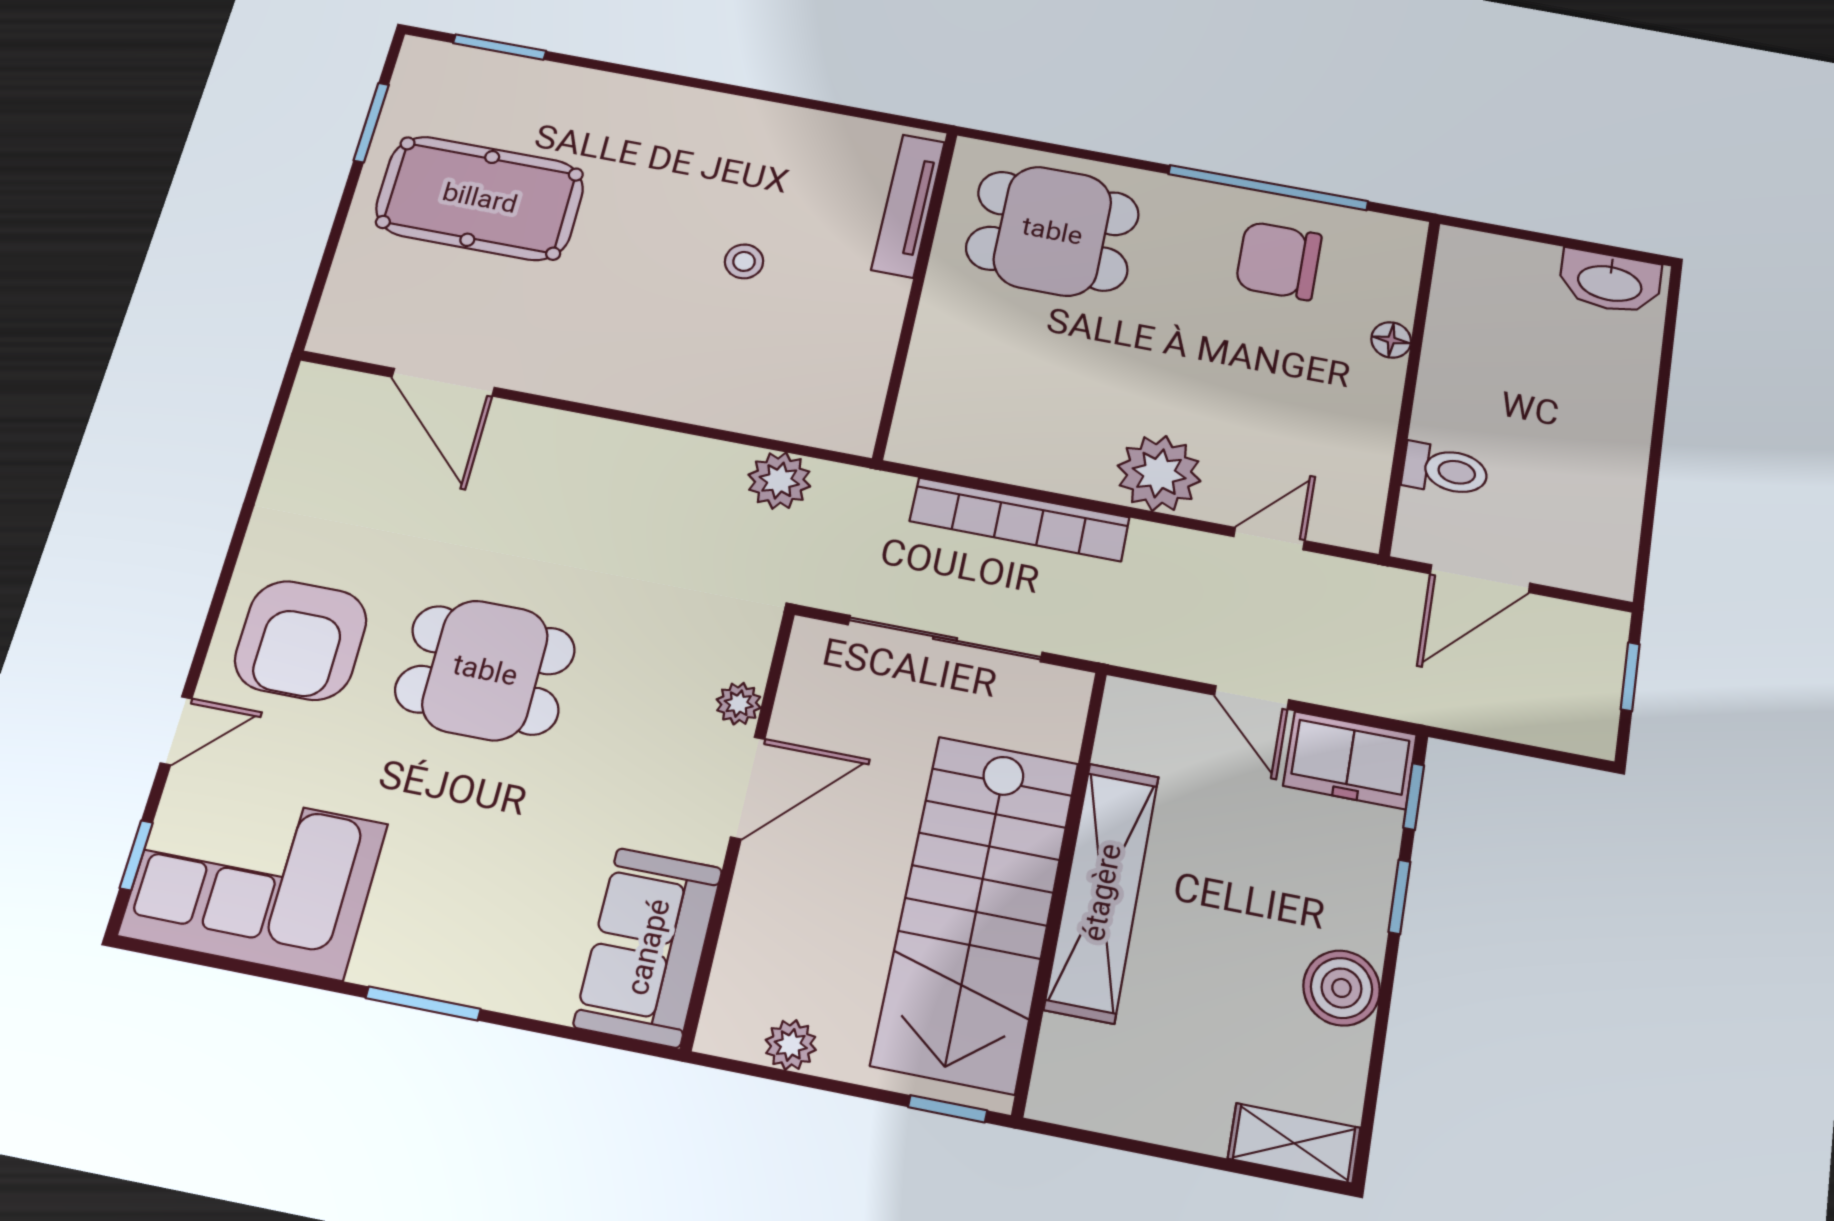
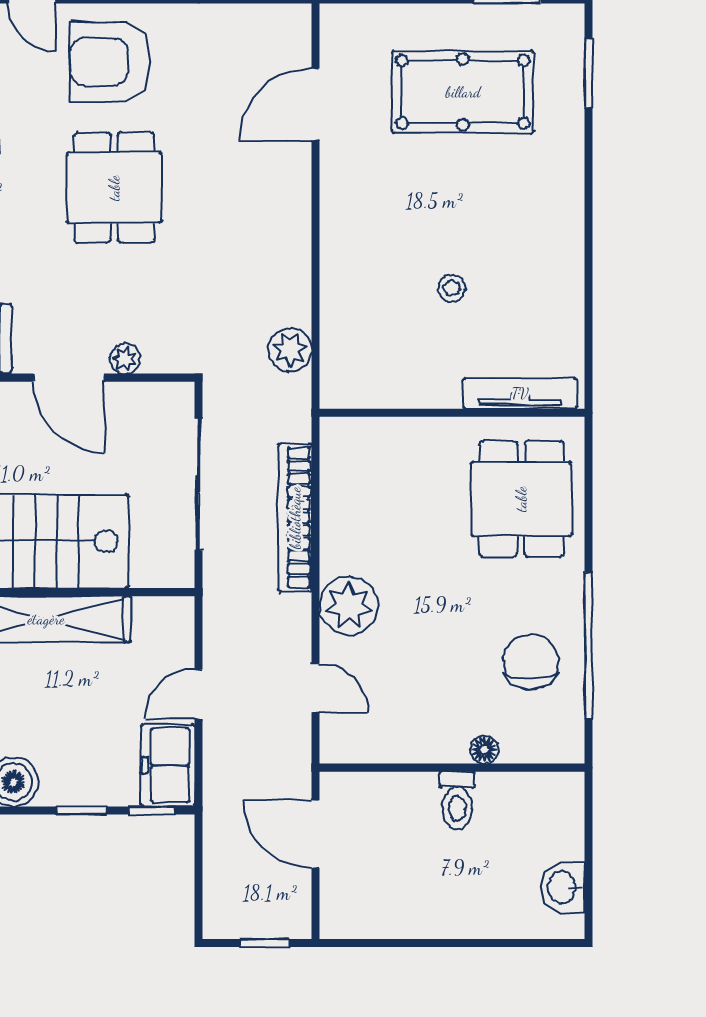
pool table: (480, 198) -> (463, 92), turned 90
washbasin: (1610, 282) -> (563, 887), width x0.72
toilet: (1445, 470) -> (457, 800), moved

